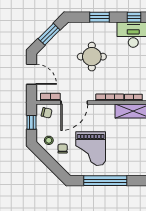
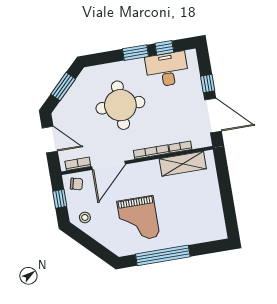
window: (99, 17) -> (136, 53), moved
round table: (92, 57) -> (120, 105), width x1.36, depth x1.36
chair: (63, 149) -> (104, 225), removed

